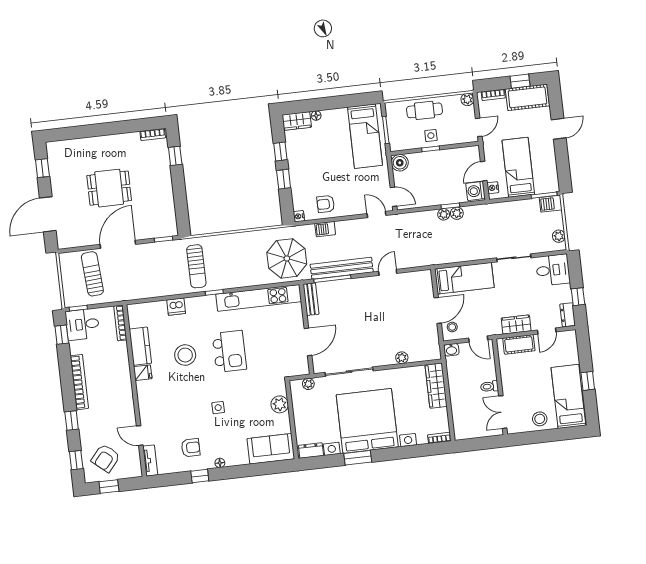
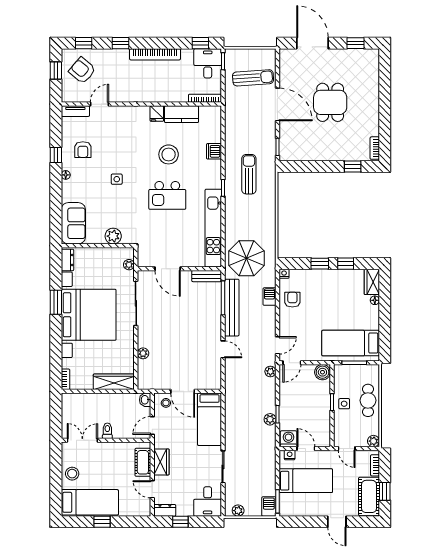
plant: (444, 214) -> (270, 372), moved
sun lounger: (196, 266) -> (249, 174), turned 90

